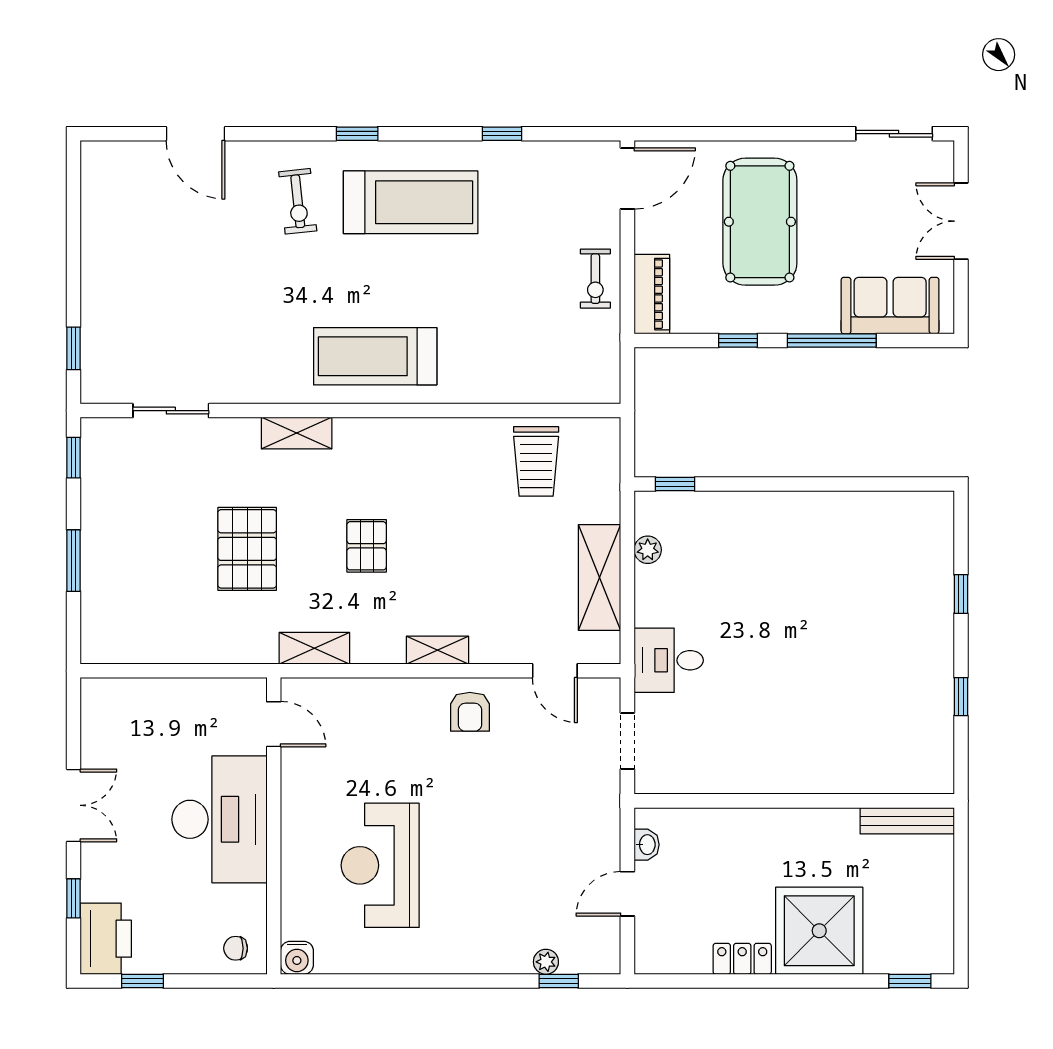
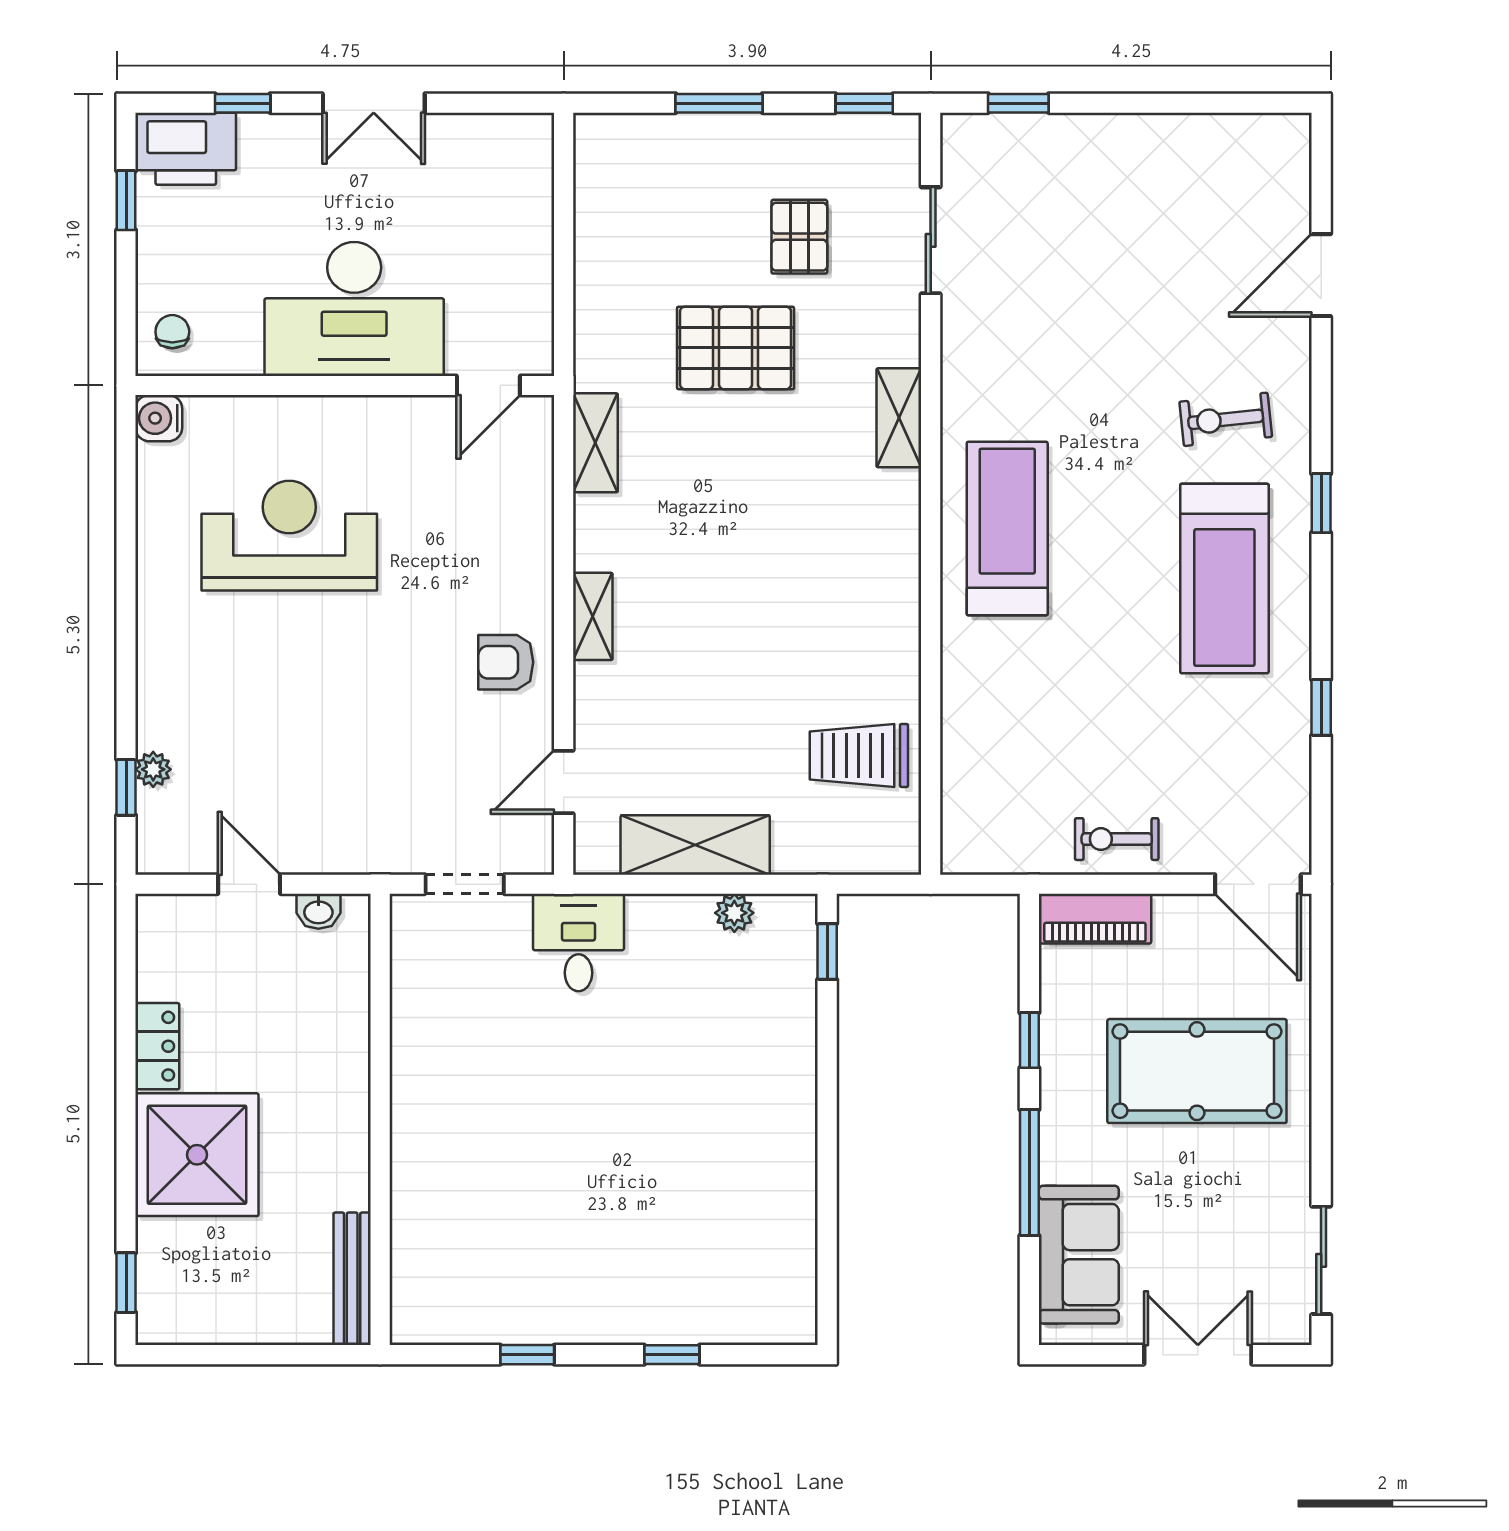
pallet: (367, 546) -> (799, 237), moved, turned 90

